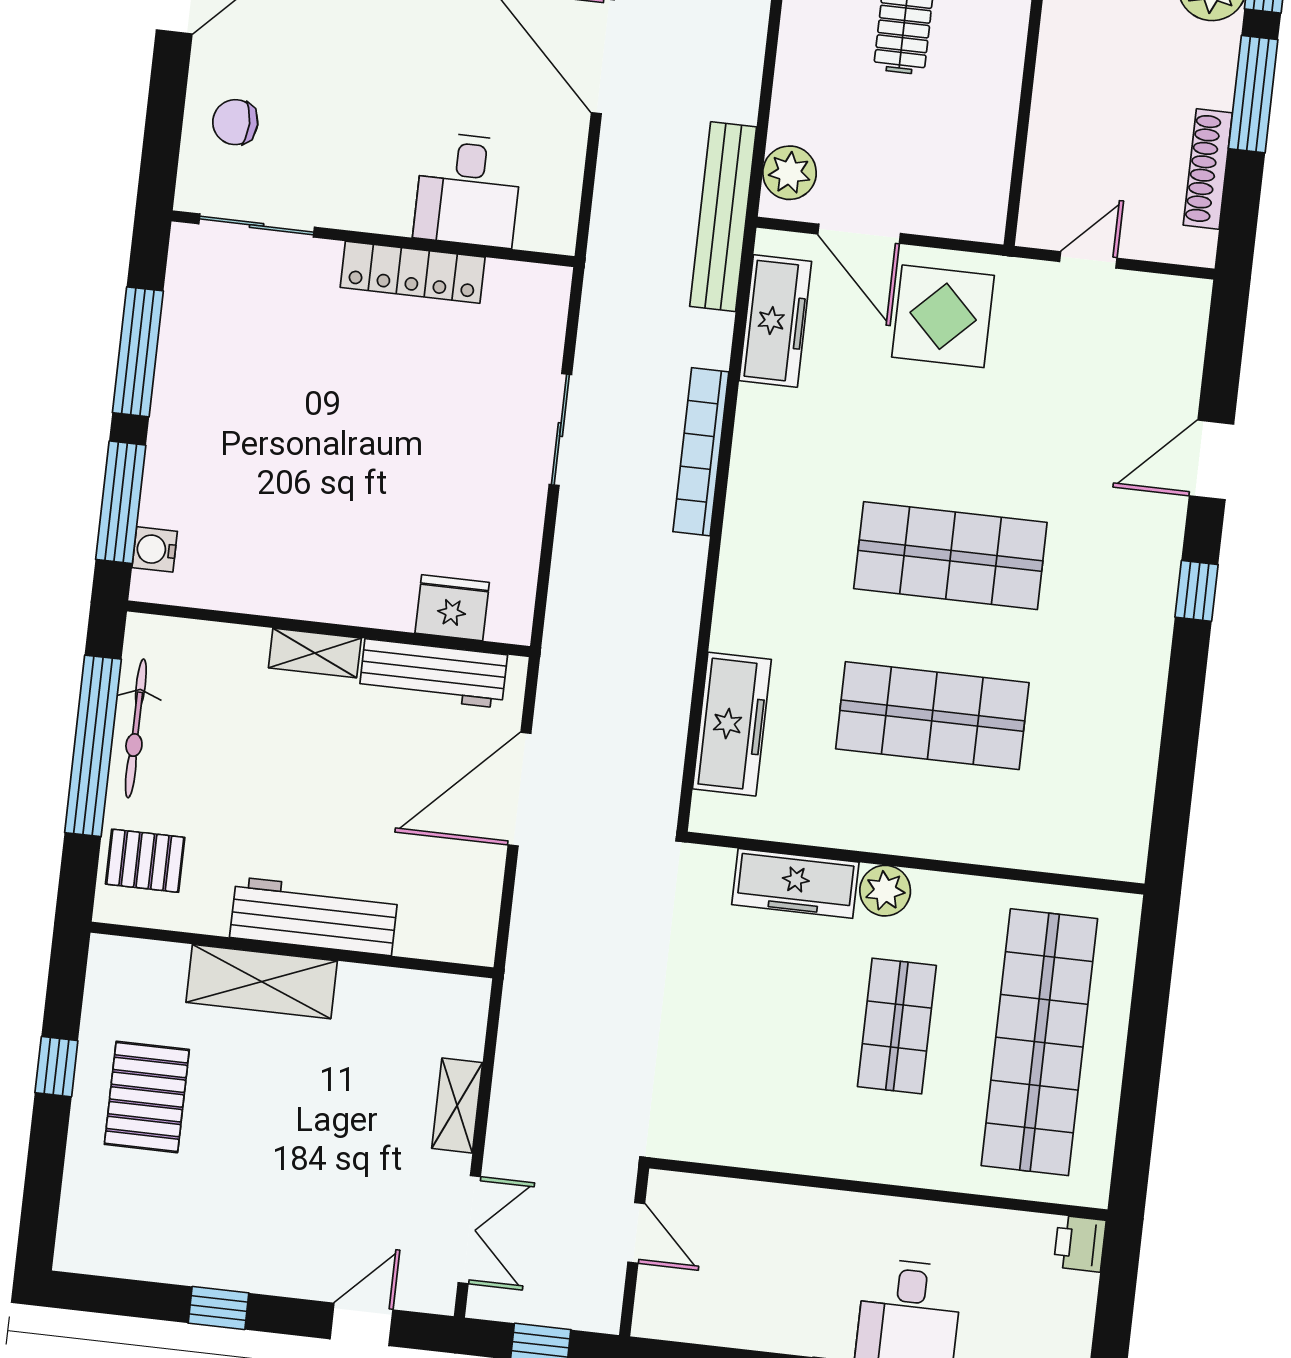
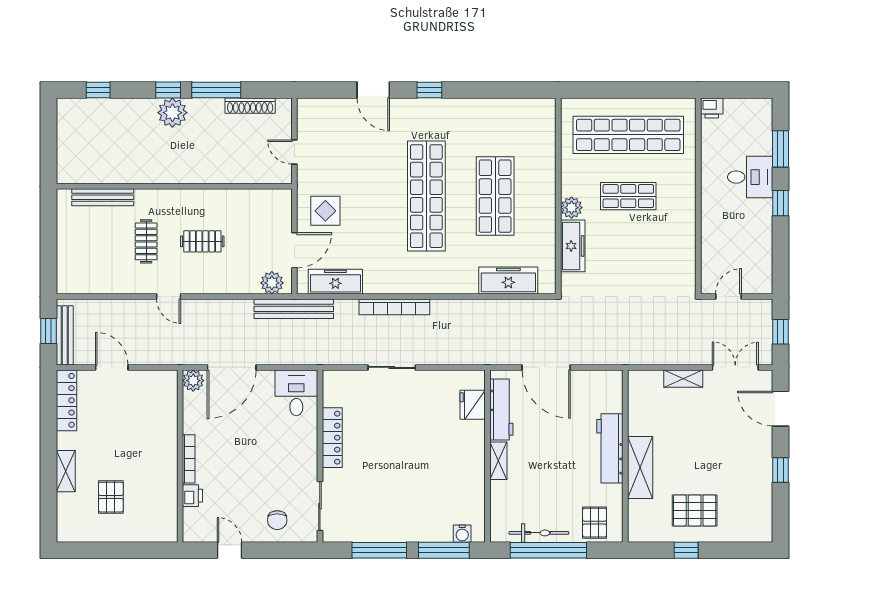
desk: (468, 190) -> (296, 393), moved, turned -90
display table: (943, 316) -> (325, 211), width x0.73, depth x0.73
shop shelf: (950, 556) -> (426, 196), width x1.40
door: (361, 1324) -> (781, 409), width x1.38

